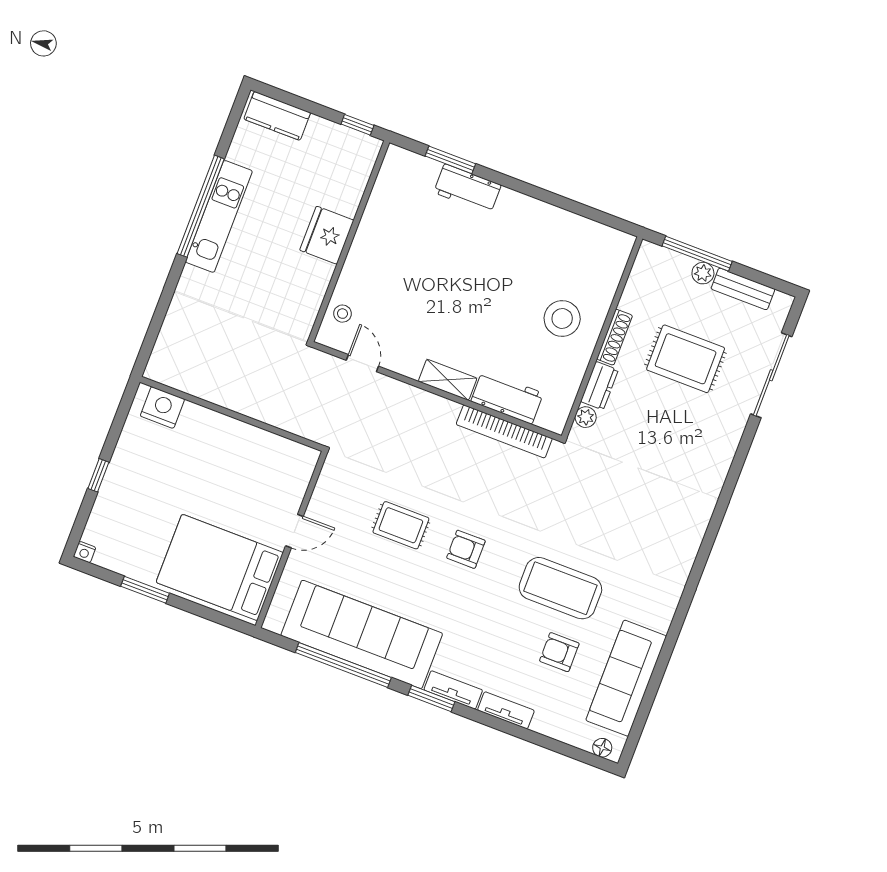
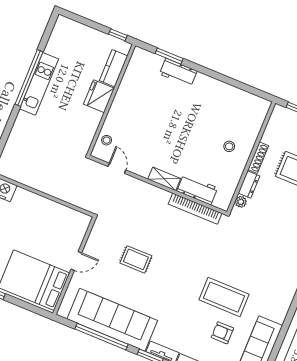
kitchen counter: (277, 116) -> (114, 68), moved, turned 90
stool: (562, 318) -> (229, 146), width x0.53, depth x0.53
armchair: (466, 549) -> (172, 274), removed

